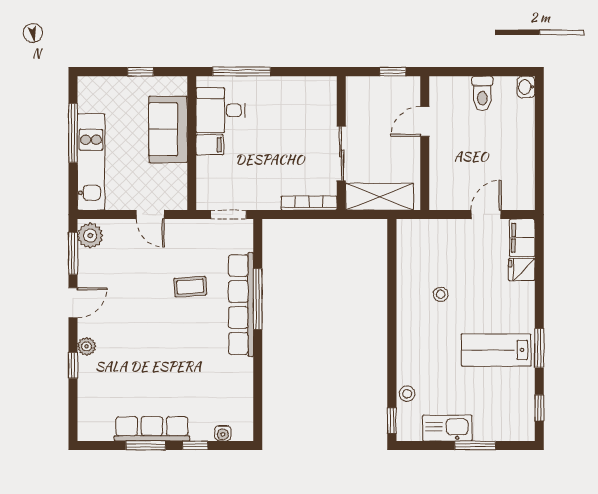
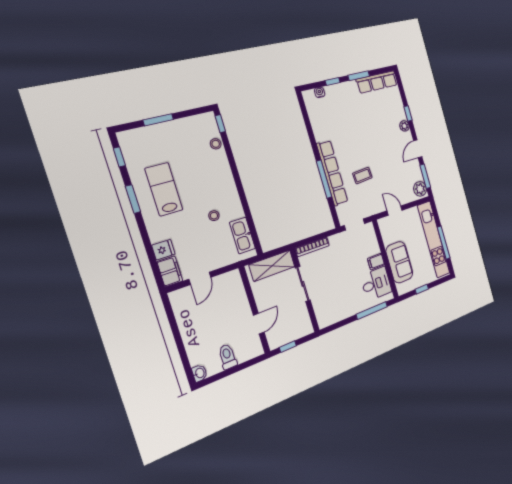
kitchen unit: (91, 162) -> (434, 240), width x1.36
lab bench: (496, 350) -> (164, 189), turned -90
kitchen sink: (447, 428) -> (242, 236), moved, turned 90
row of seats: (152, 429) -> (377, 82), moved

